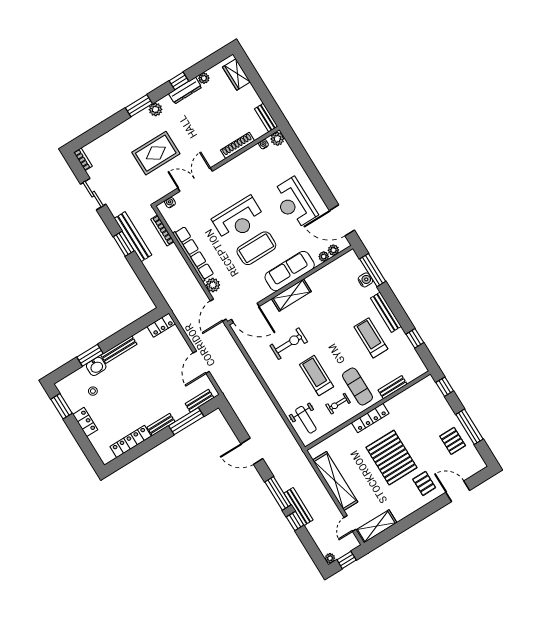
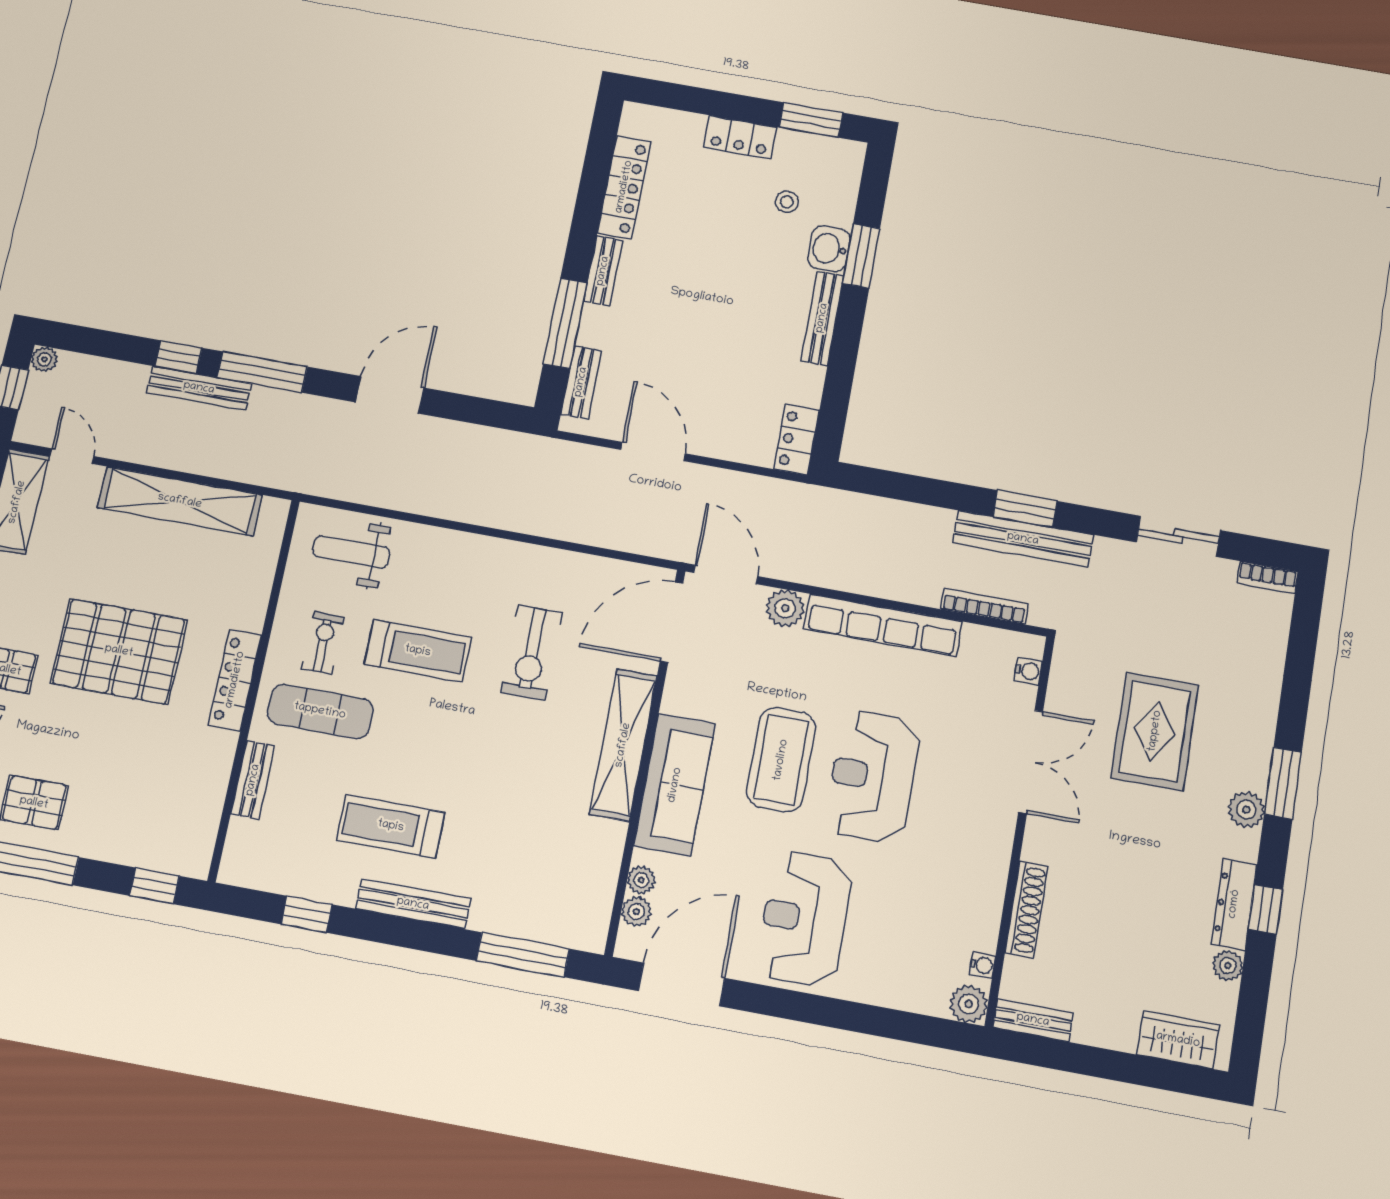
reception desk: (294, 203) -> (805, 919), turned -90
water cooler: (365, 280) -> (517, 922), removed
shelving: (291, 295) -> (623, 745), width x1.47
treadmill: (371, 338) -> (391, 826), turned 180

